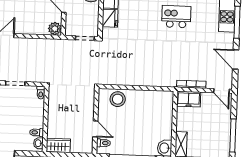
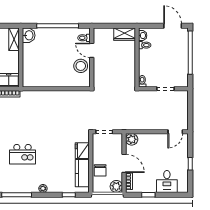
stool: (118, 99) -> (81, 66), moved

